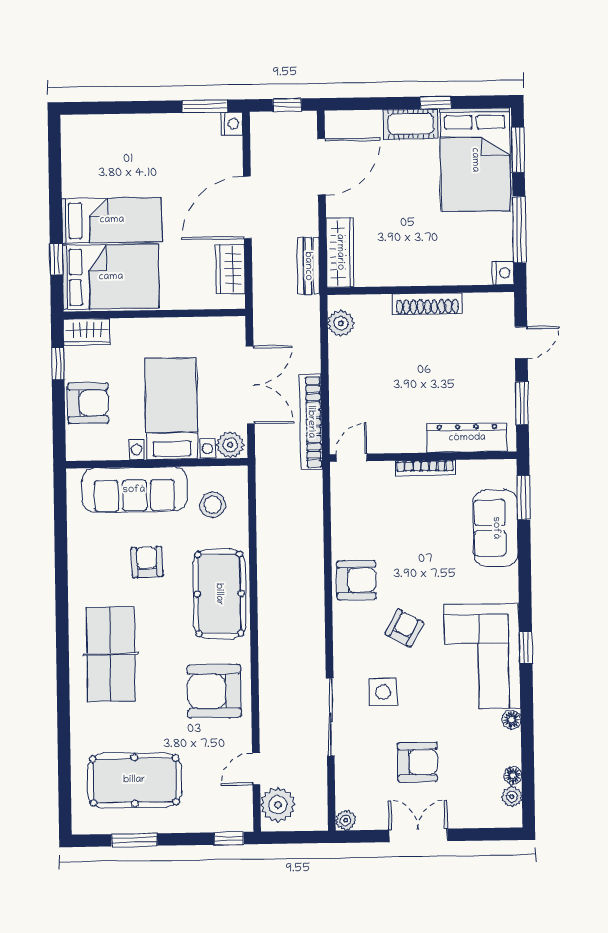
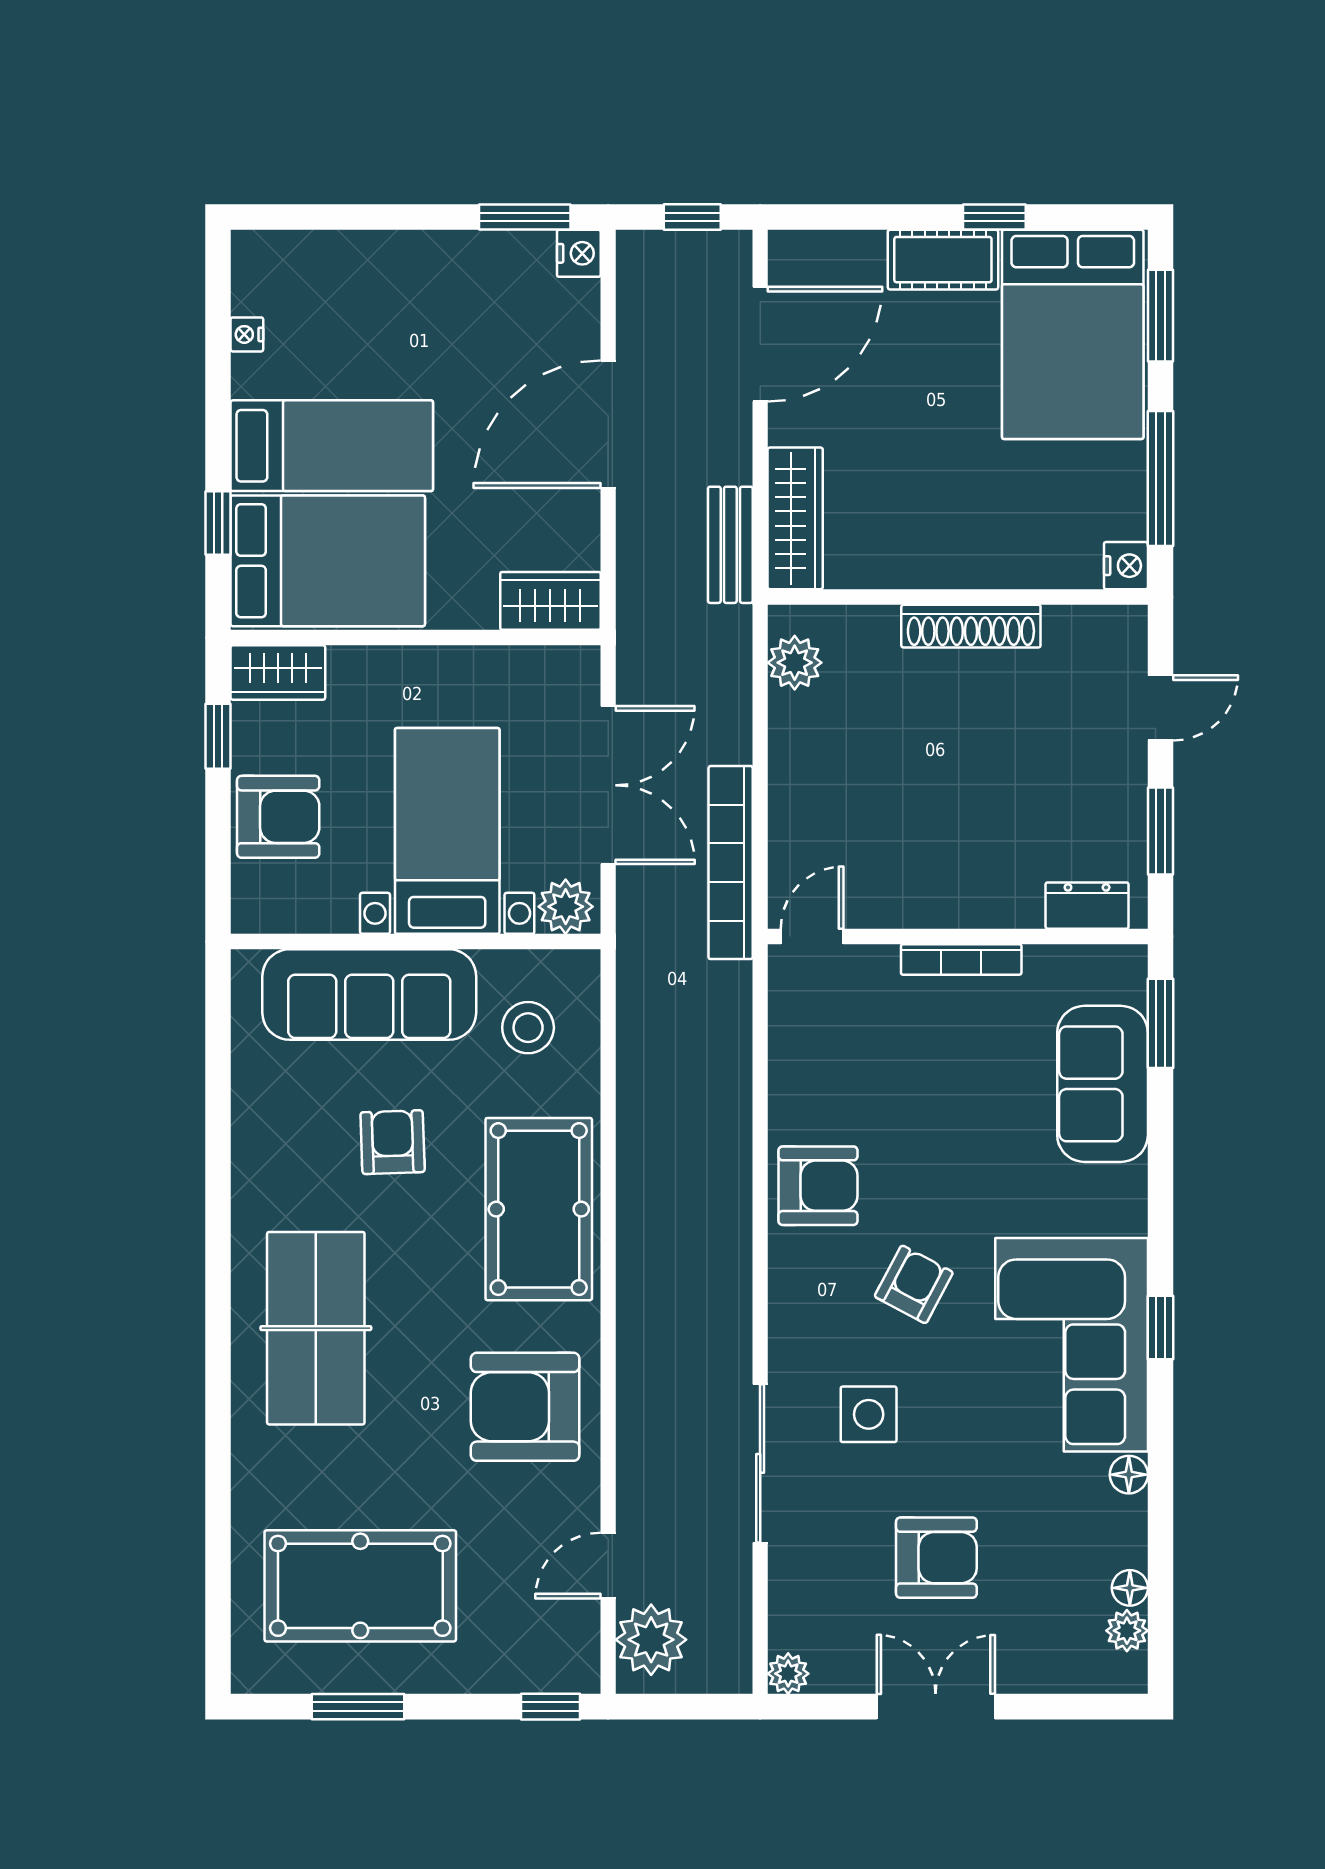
nightstand: (69, 166) -> (247, 334), added
wardrobe: (230, 269) -> (550, 601), moved, turned 90
dresser: (467, 438) -> (1087, 906), width x0.51, depth x0.80

